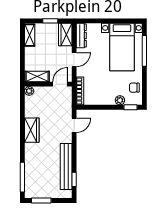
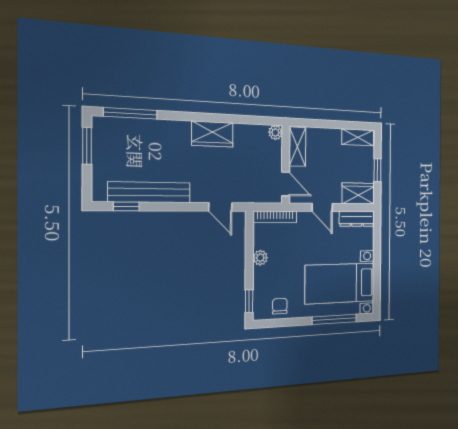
plant: (120, 100) -> (260, 258), moved

